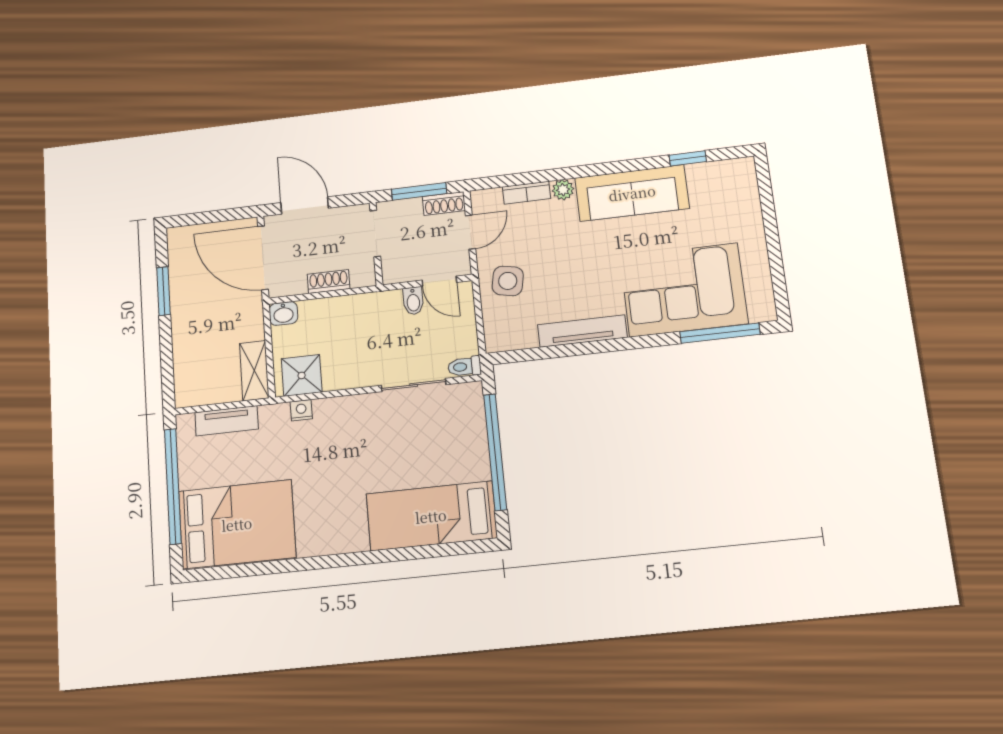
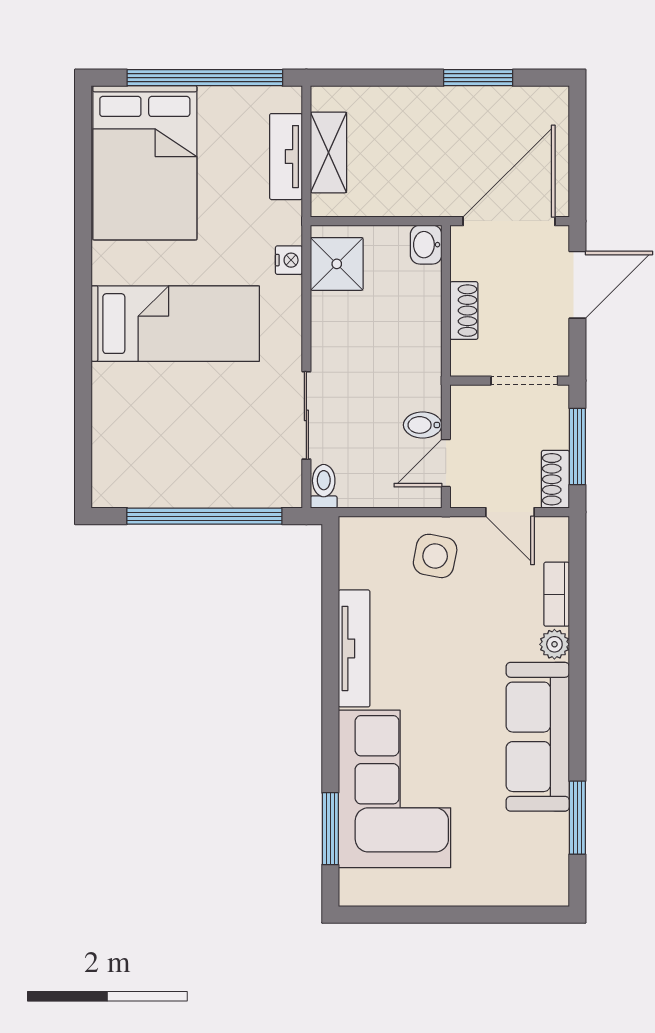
window: (688, 158) -> (577, 818), width x1.50
window: (720, 333) -> (330, 829), width x0.69
shelving: (254, 371) -> (329, 152), moved, turned 90
bed: (431, 516) -> (175, 324), moved, turned 90

